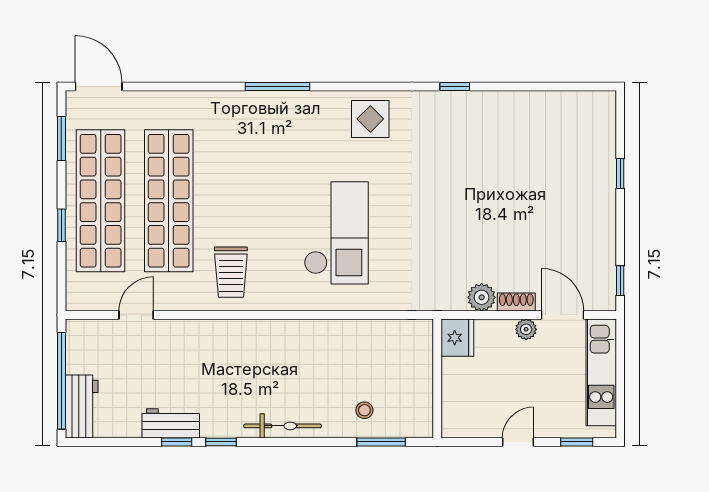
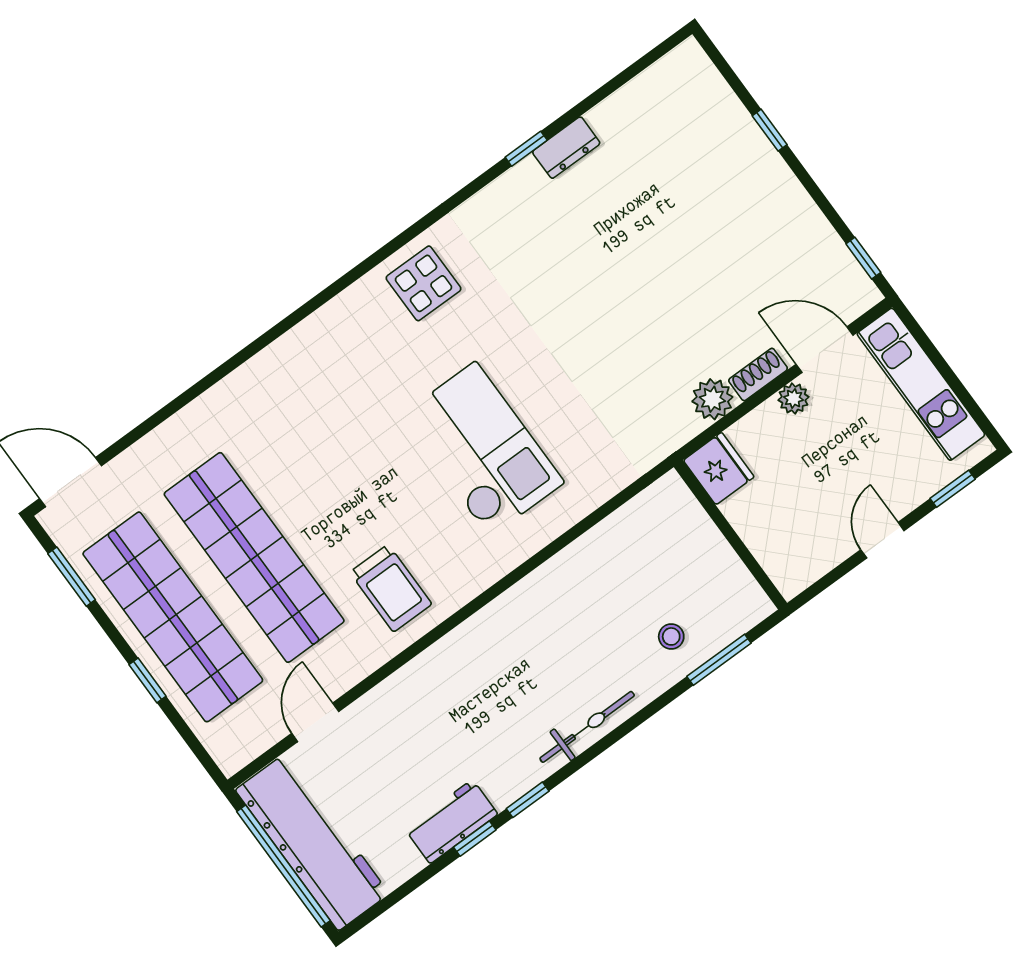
window: (278, 86) -> (284, 326), removed
window: (455, 86) -> (526, 149), moved
dresser: (502, 102) -> (566, 148), added
workbench: (82, 407) -> (312, 842), width x1.87, depth x1.32

